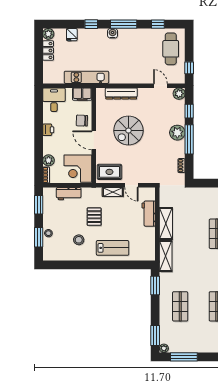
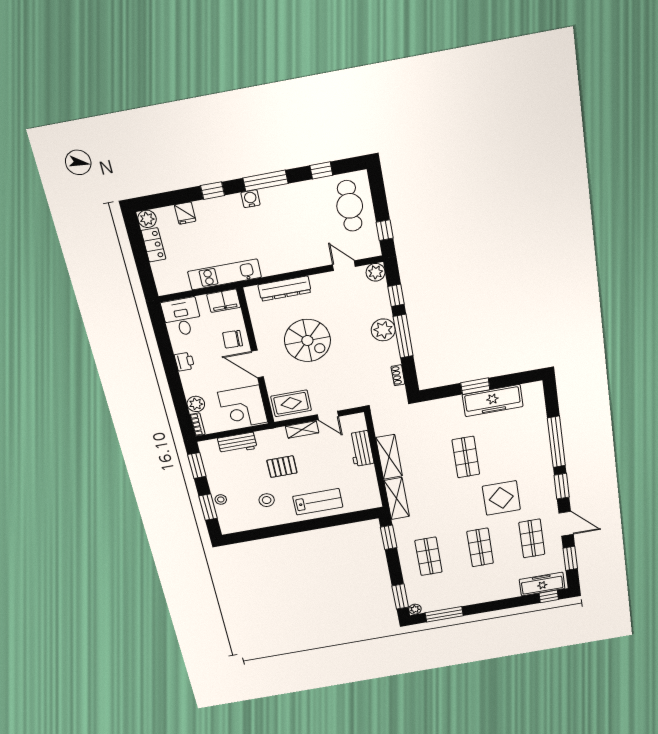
spiral stairs: (128, 131) -> (307, 340), turned -90
pallet: (94, 217) -> (282, 467), turned 90

